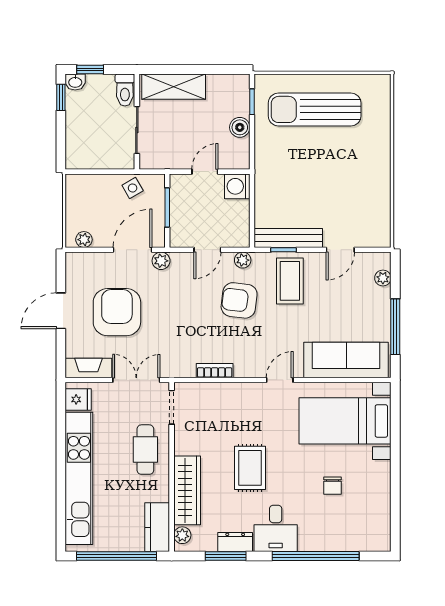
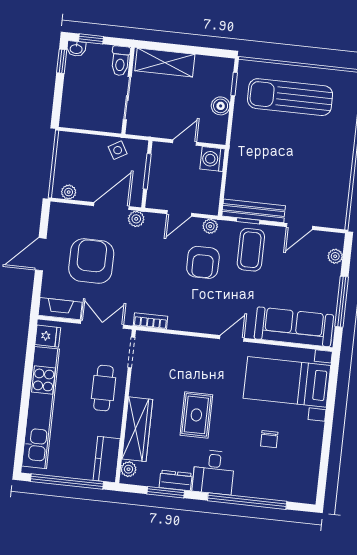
armchair: (239, 300) -> (203, 262), turned -97
bookcase: (215, 371) -> (150, 321), moved

